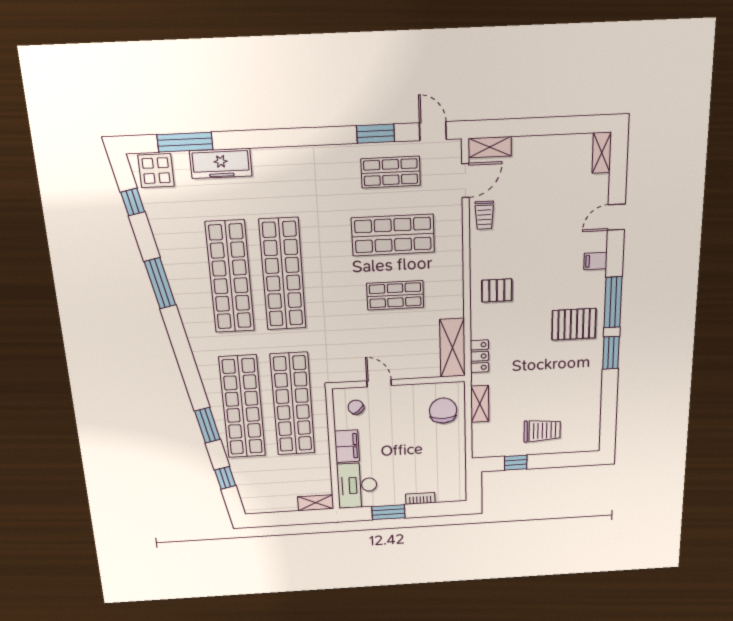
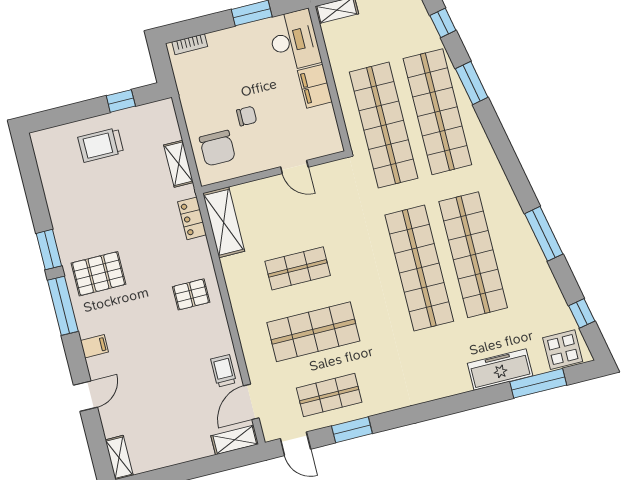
chair: (356, 407) -> (247, 116), moved, turned -50
bookcase: (420, 498) -> (190, 44), moved

